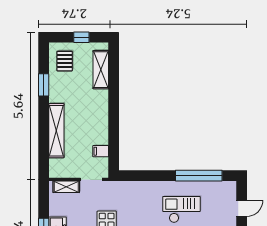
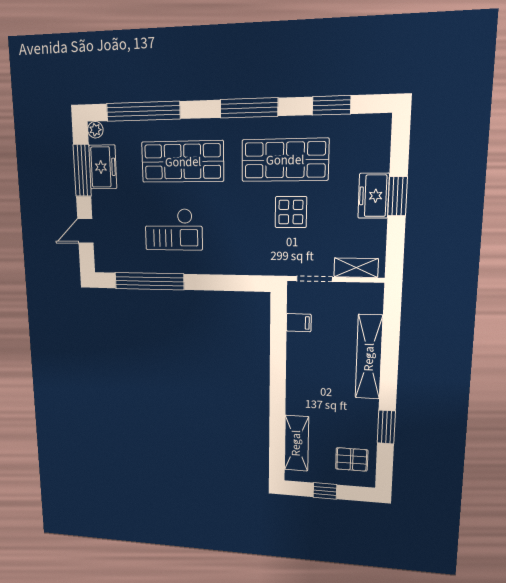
pallet: (65, 61) -> (352, 459), turned 90

